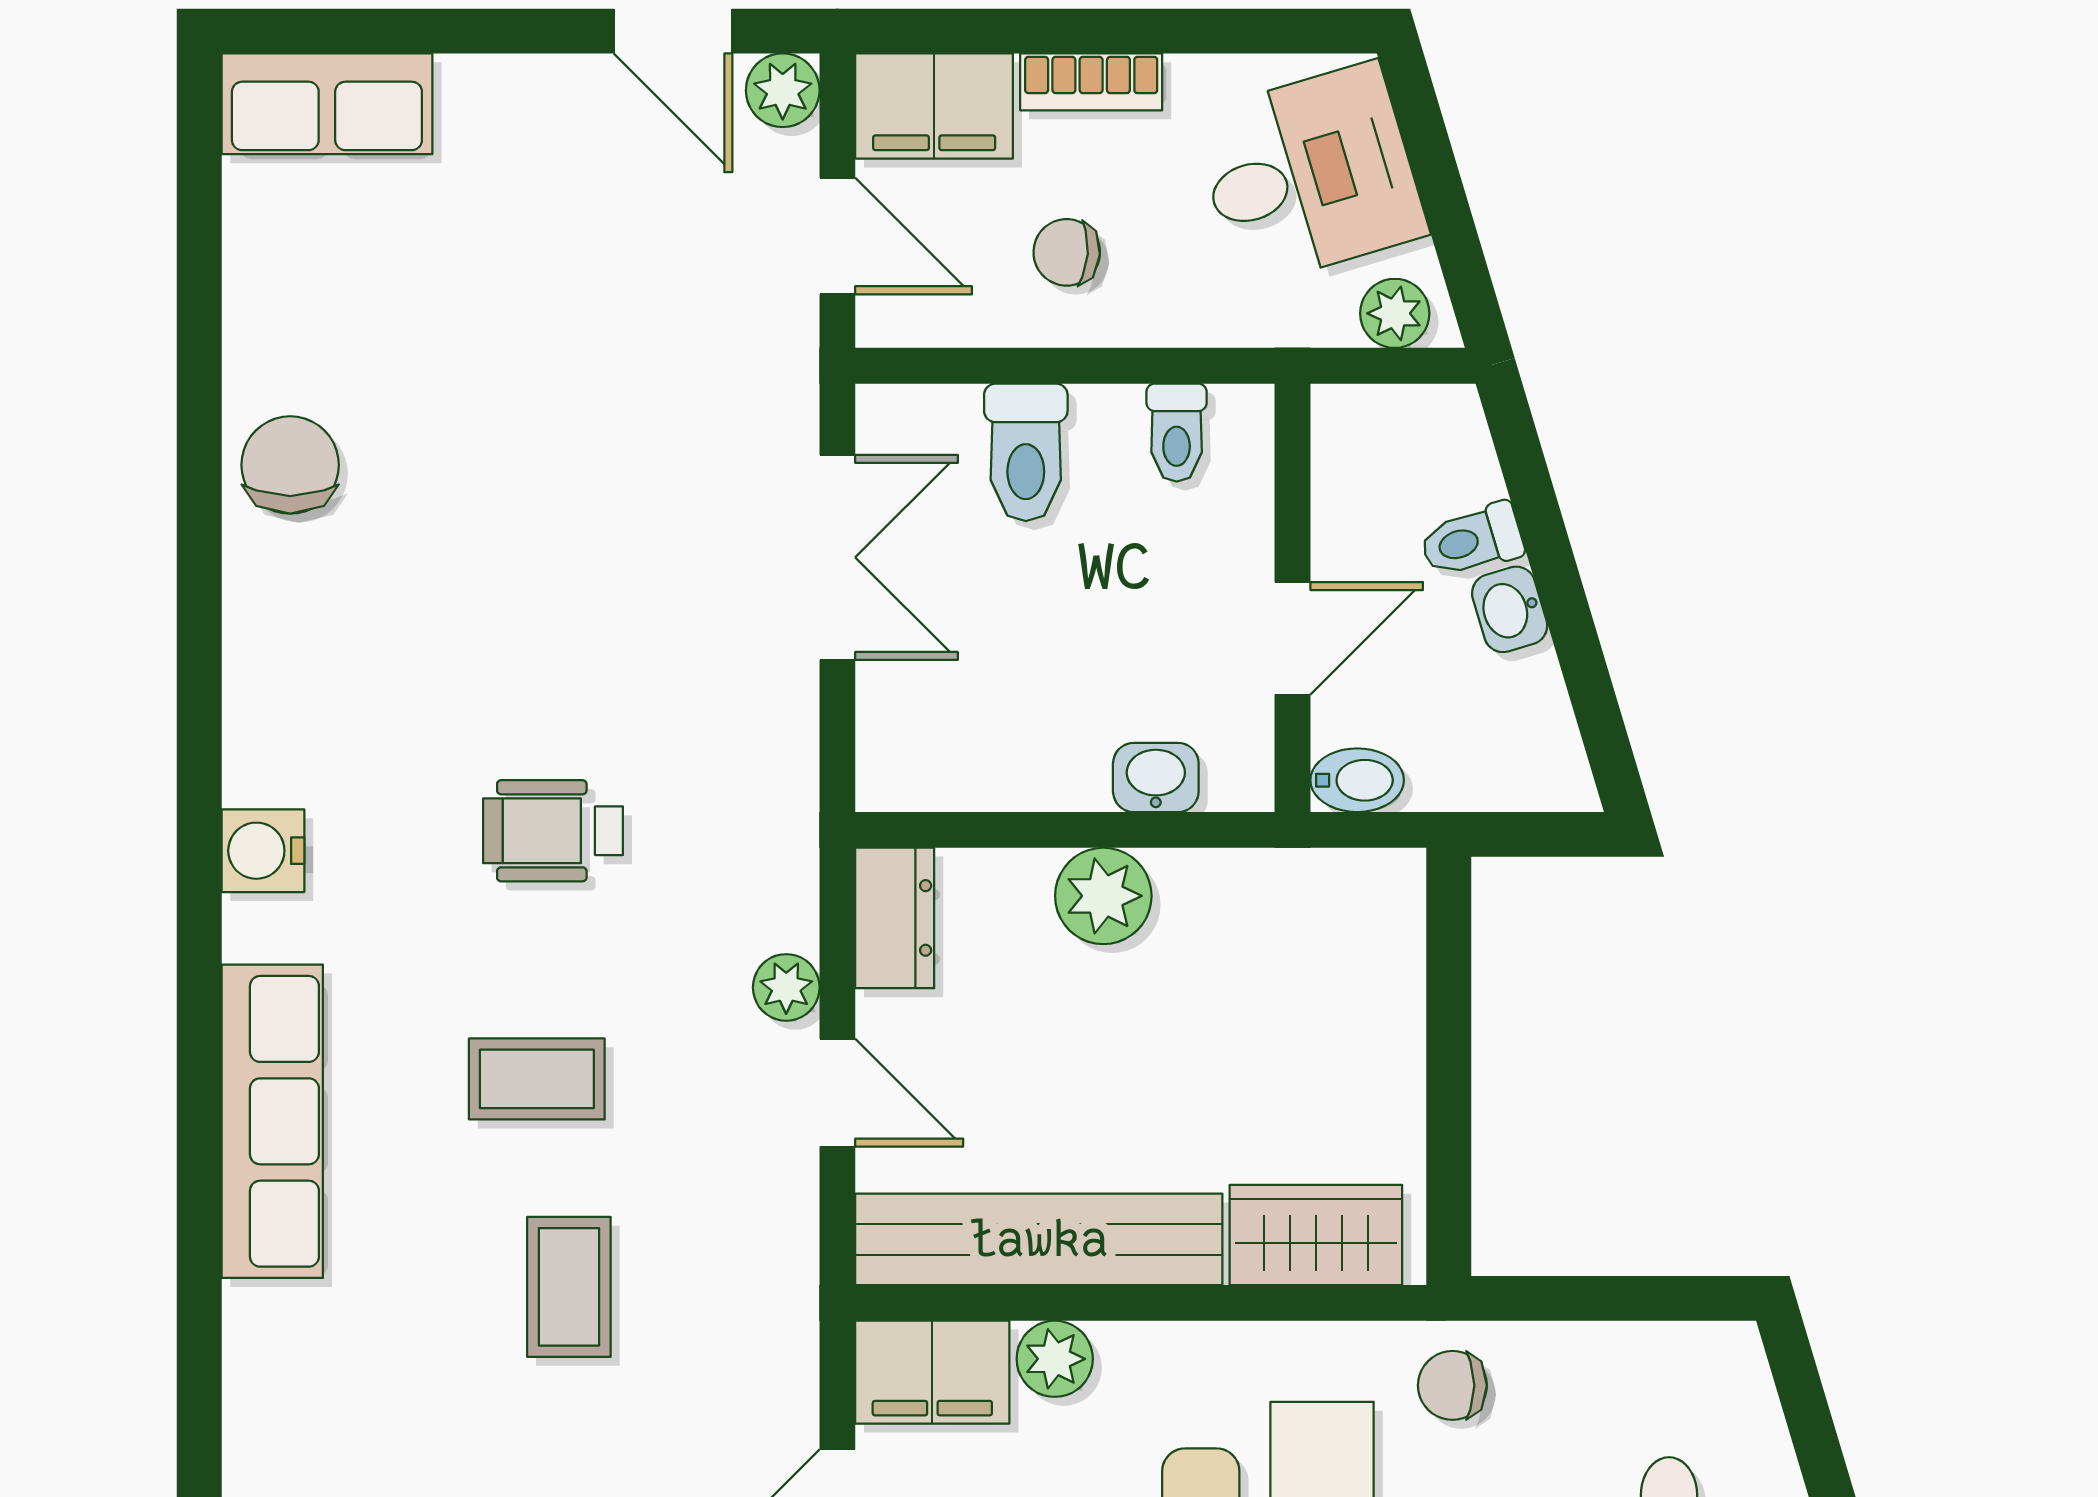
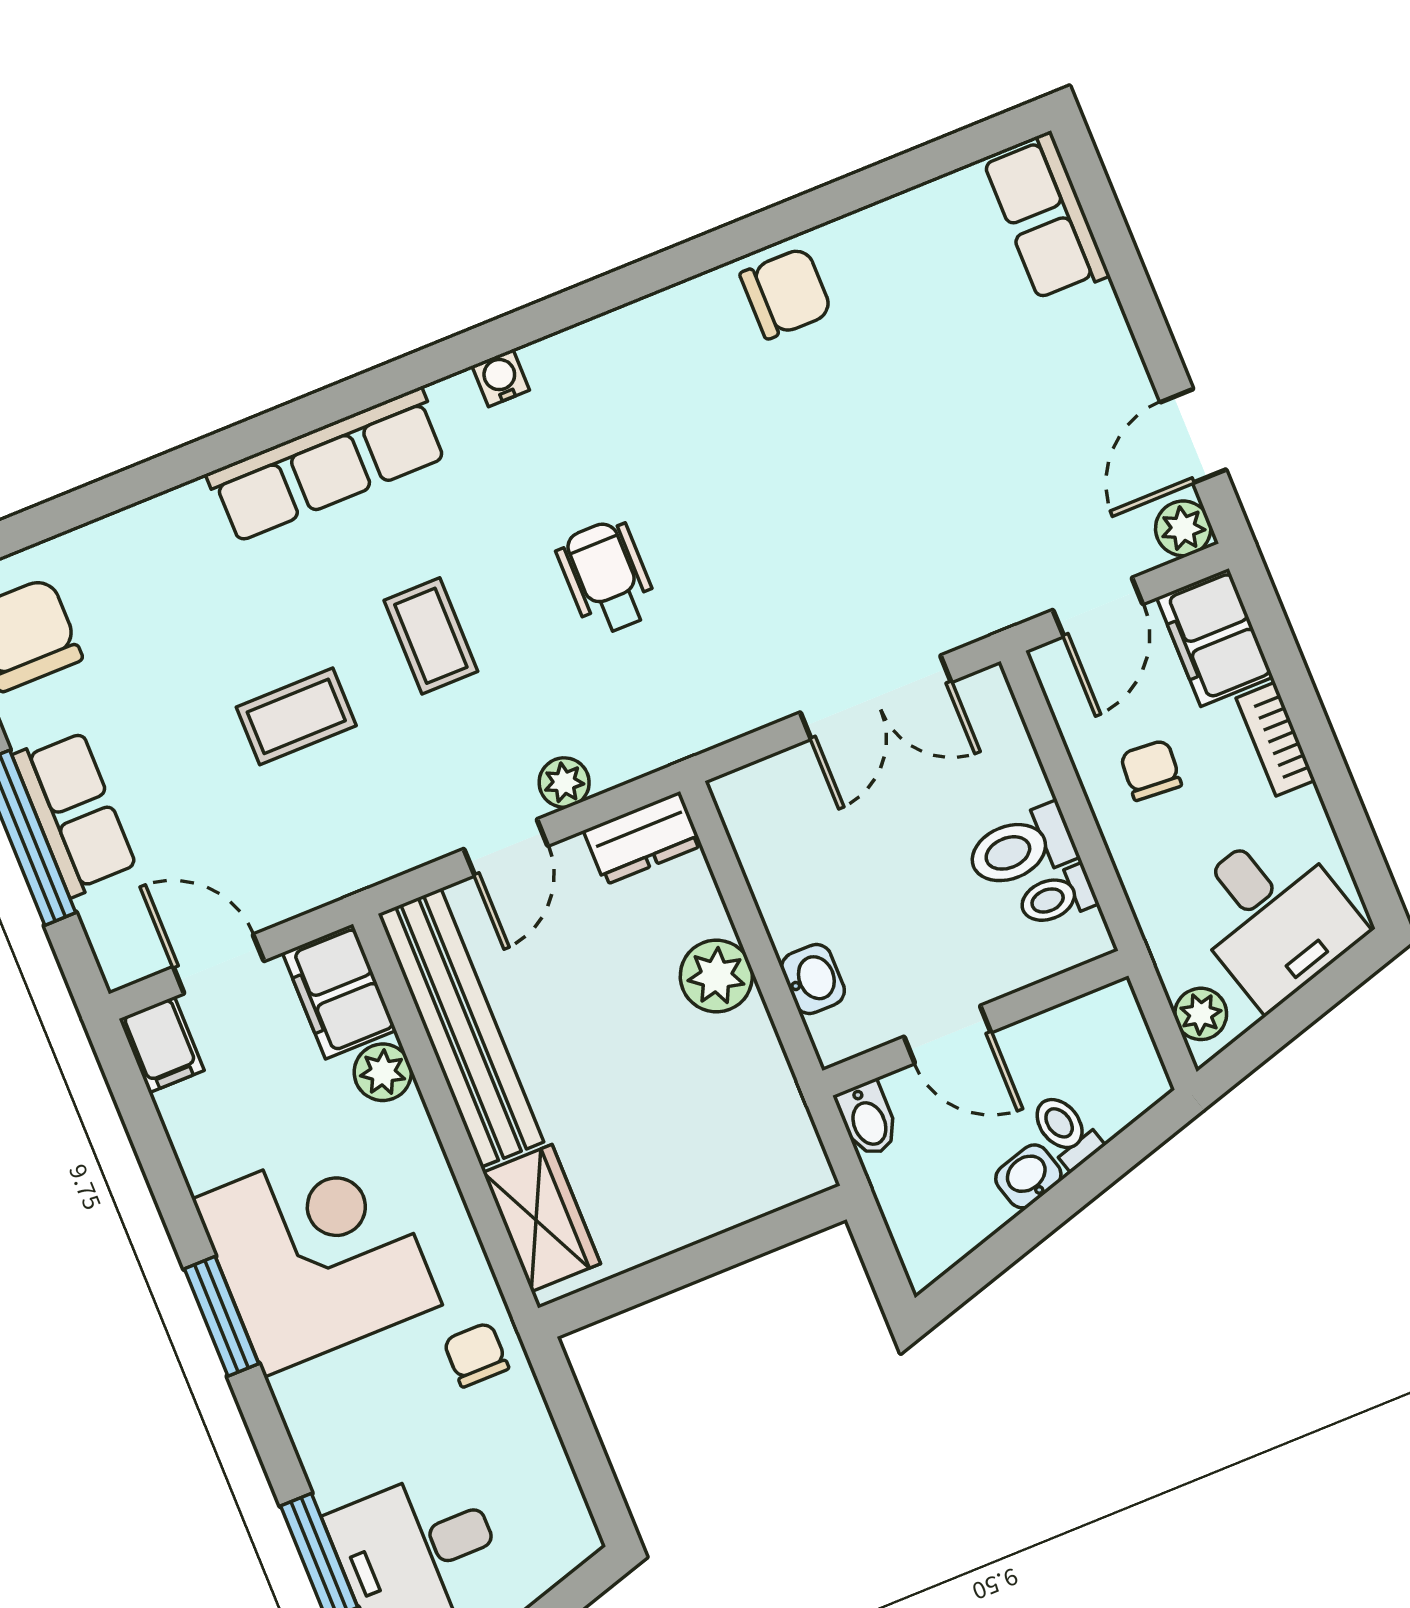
toilet: (1026, 452) -> (1021, 848), moved
water cooler: (263, 851) -> (501, 378), width x0.72, depth x0.72

